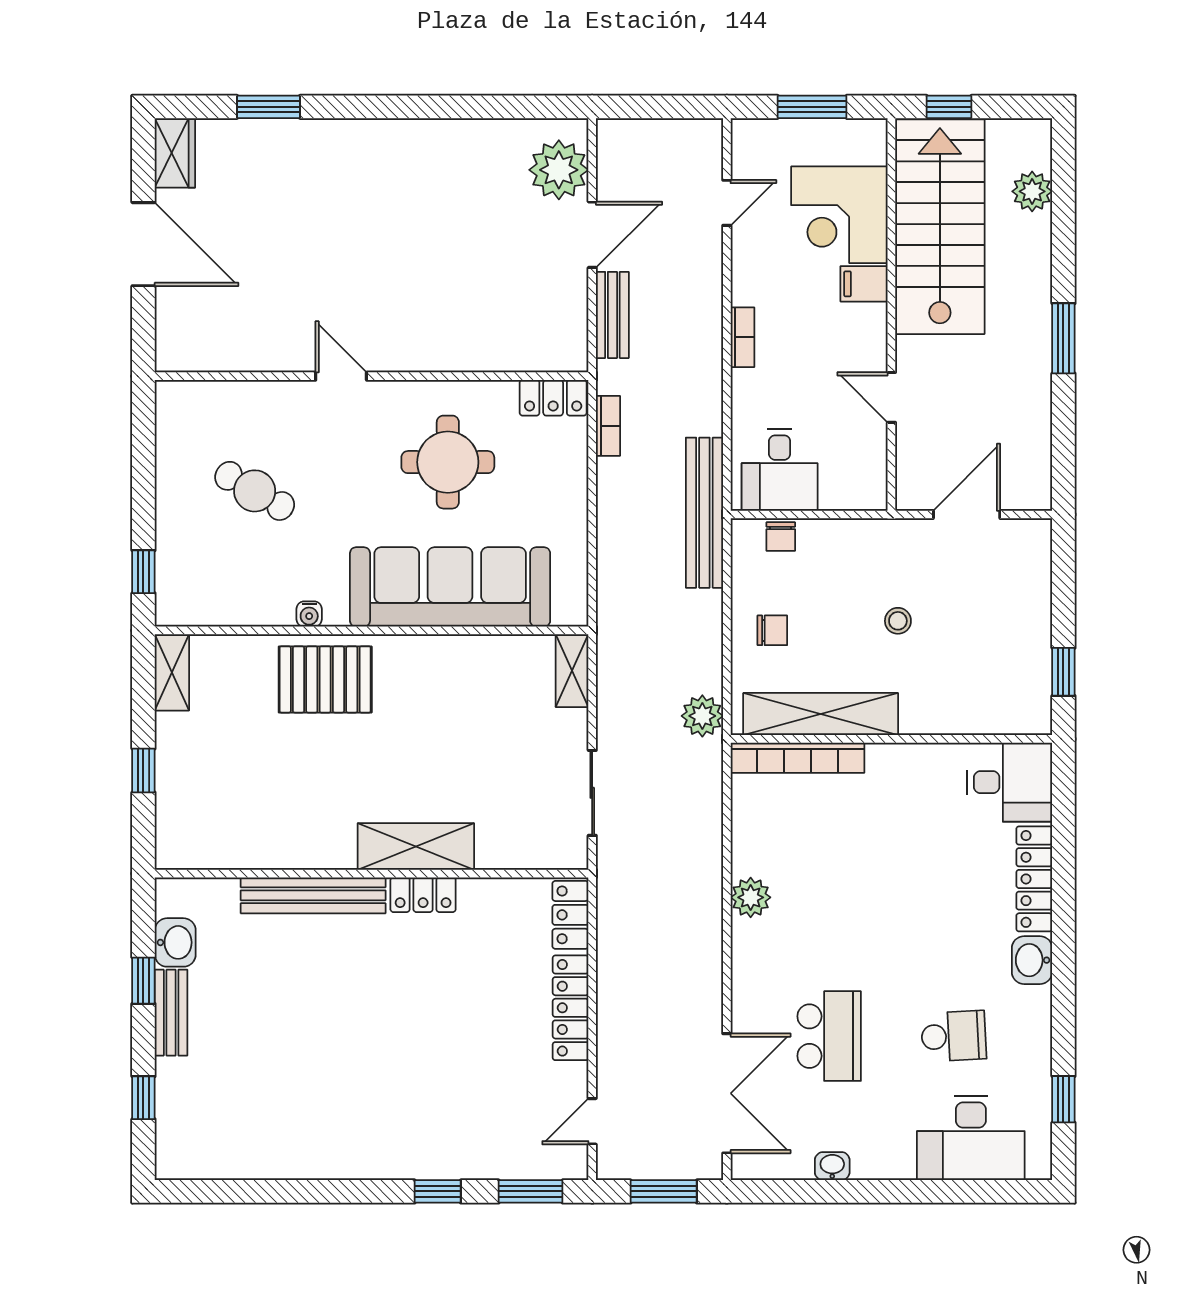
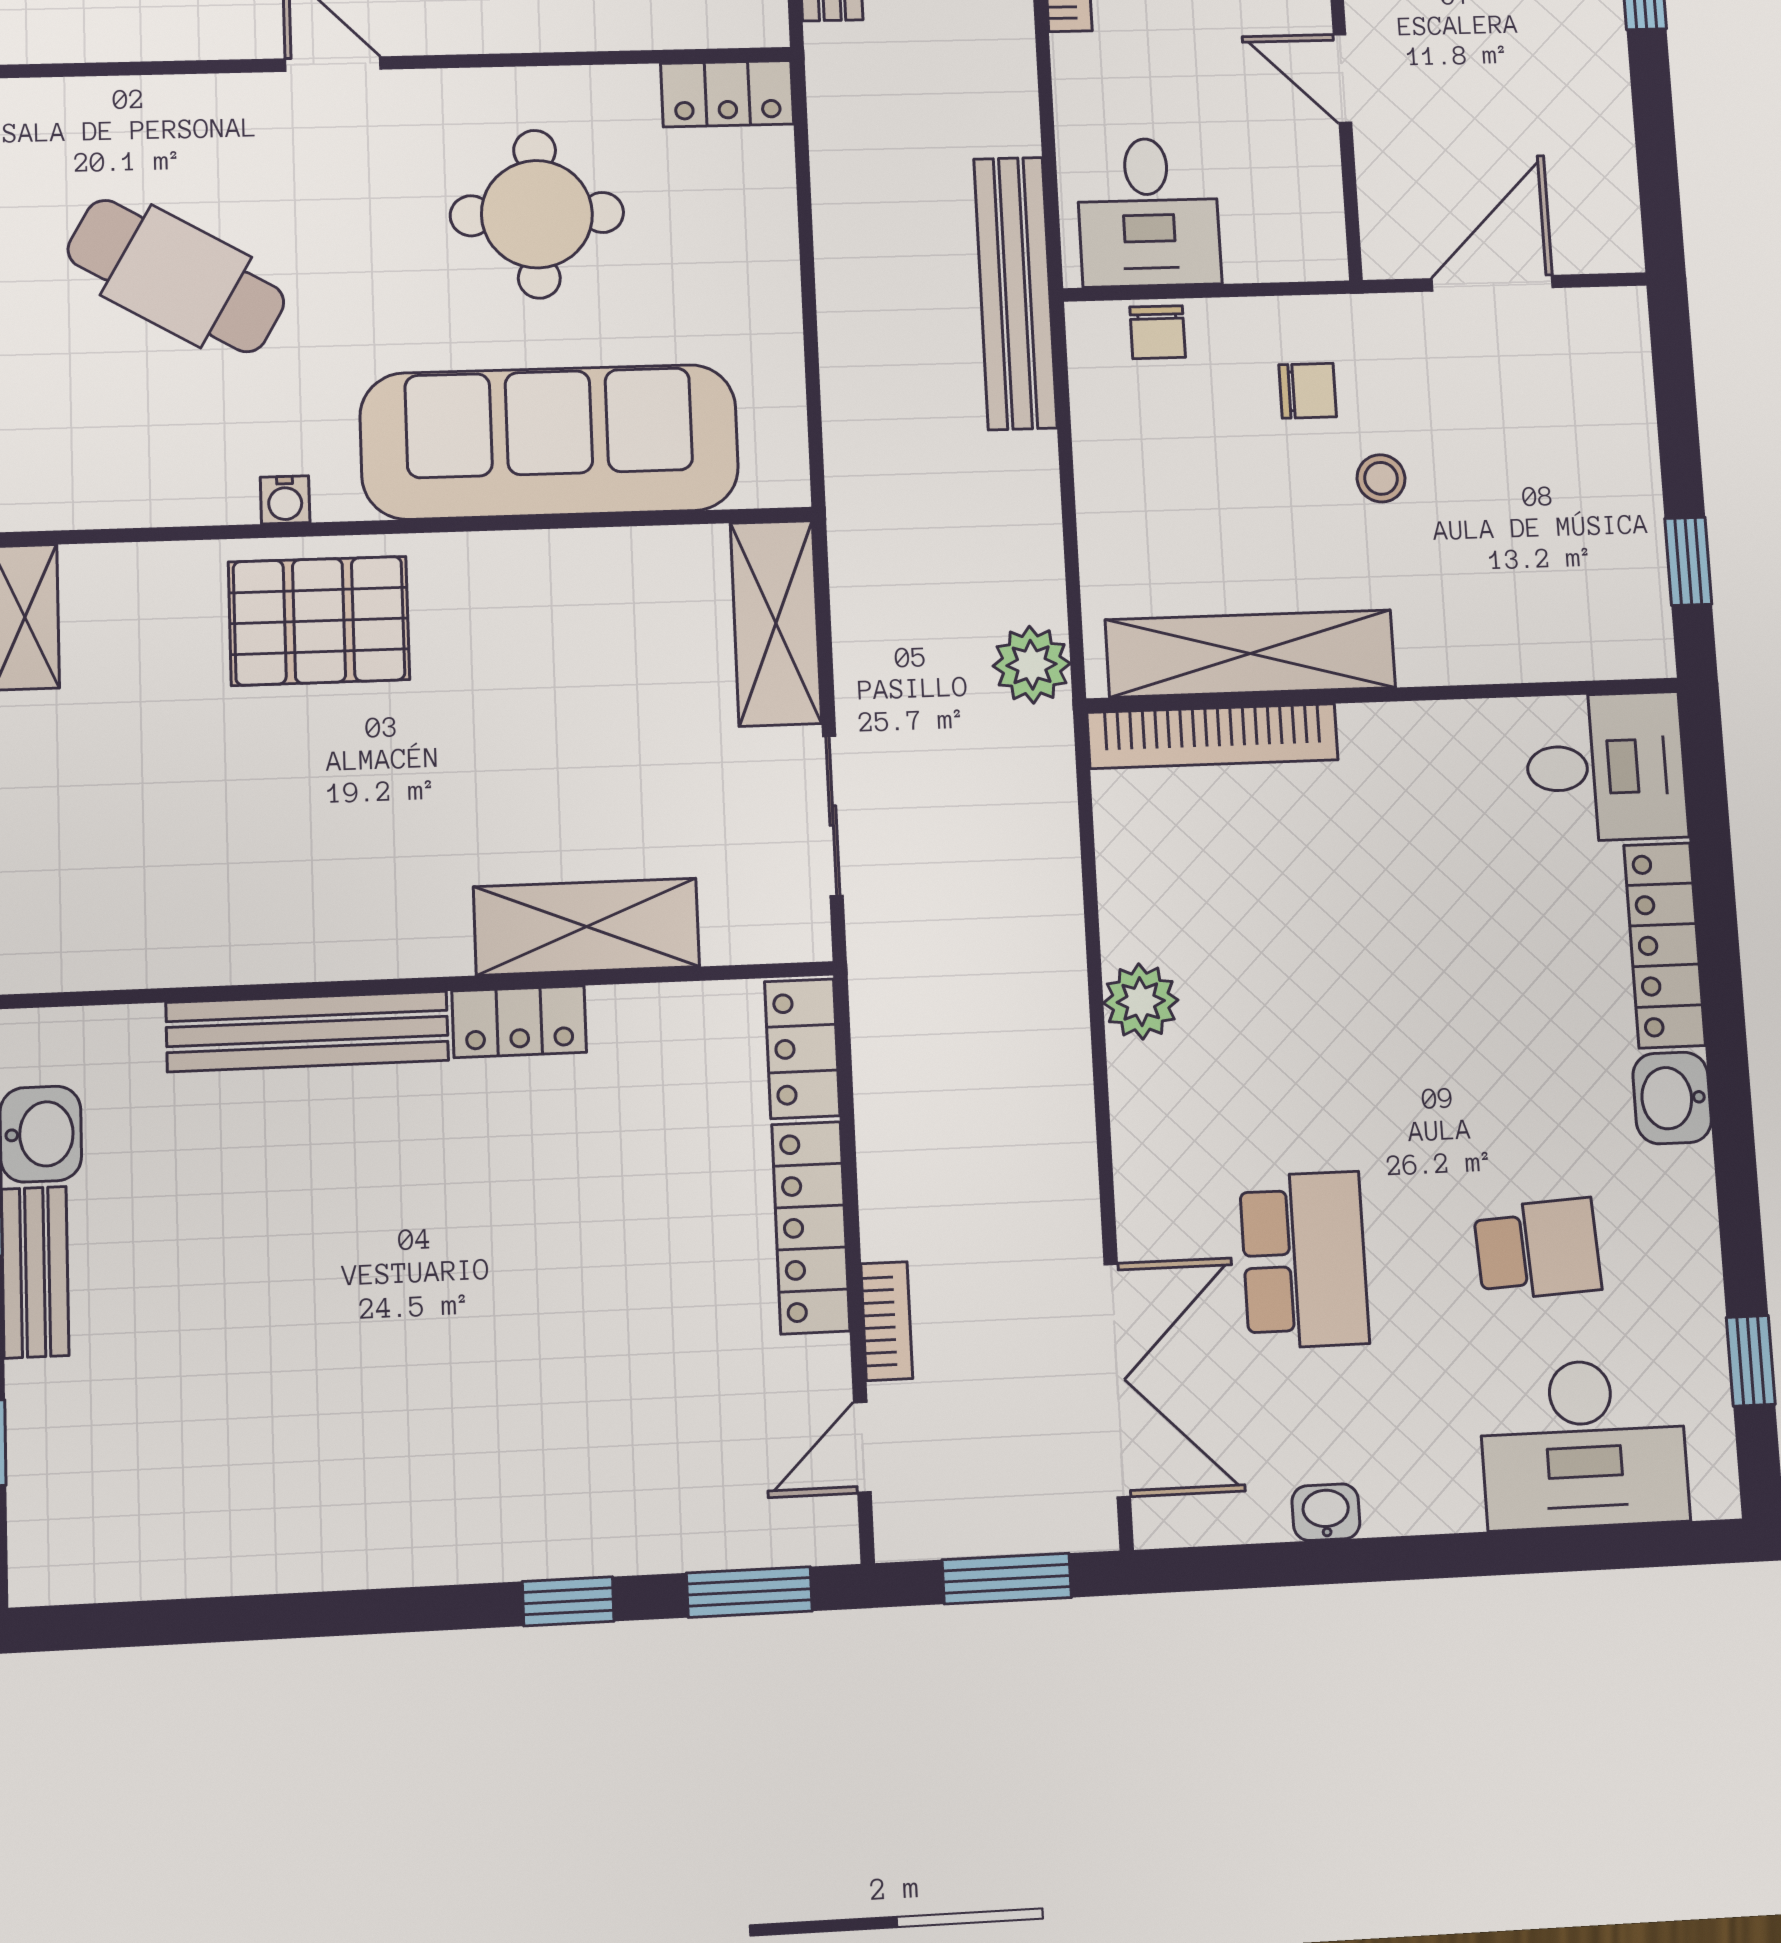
bookcase: (608, 426) -> (887, 1321), moved
cafe table: (255, 491) -> (176, 276), width x1.37, depth x1.35
chair: (772, 630) -> (1308, 391), moved
shelving: (572, 671) -> (776, 623), width x1.50, depth x1.33
shelving: (416, 846) -> (586, 927), moved

